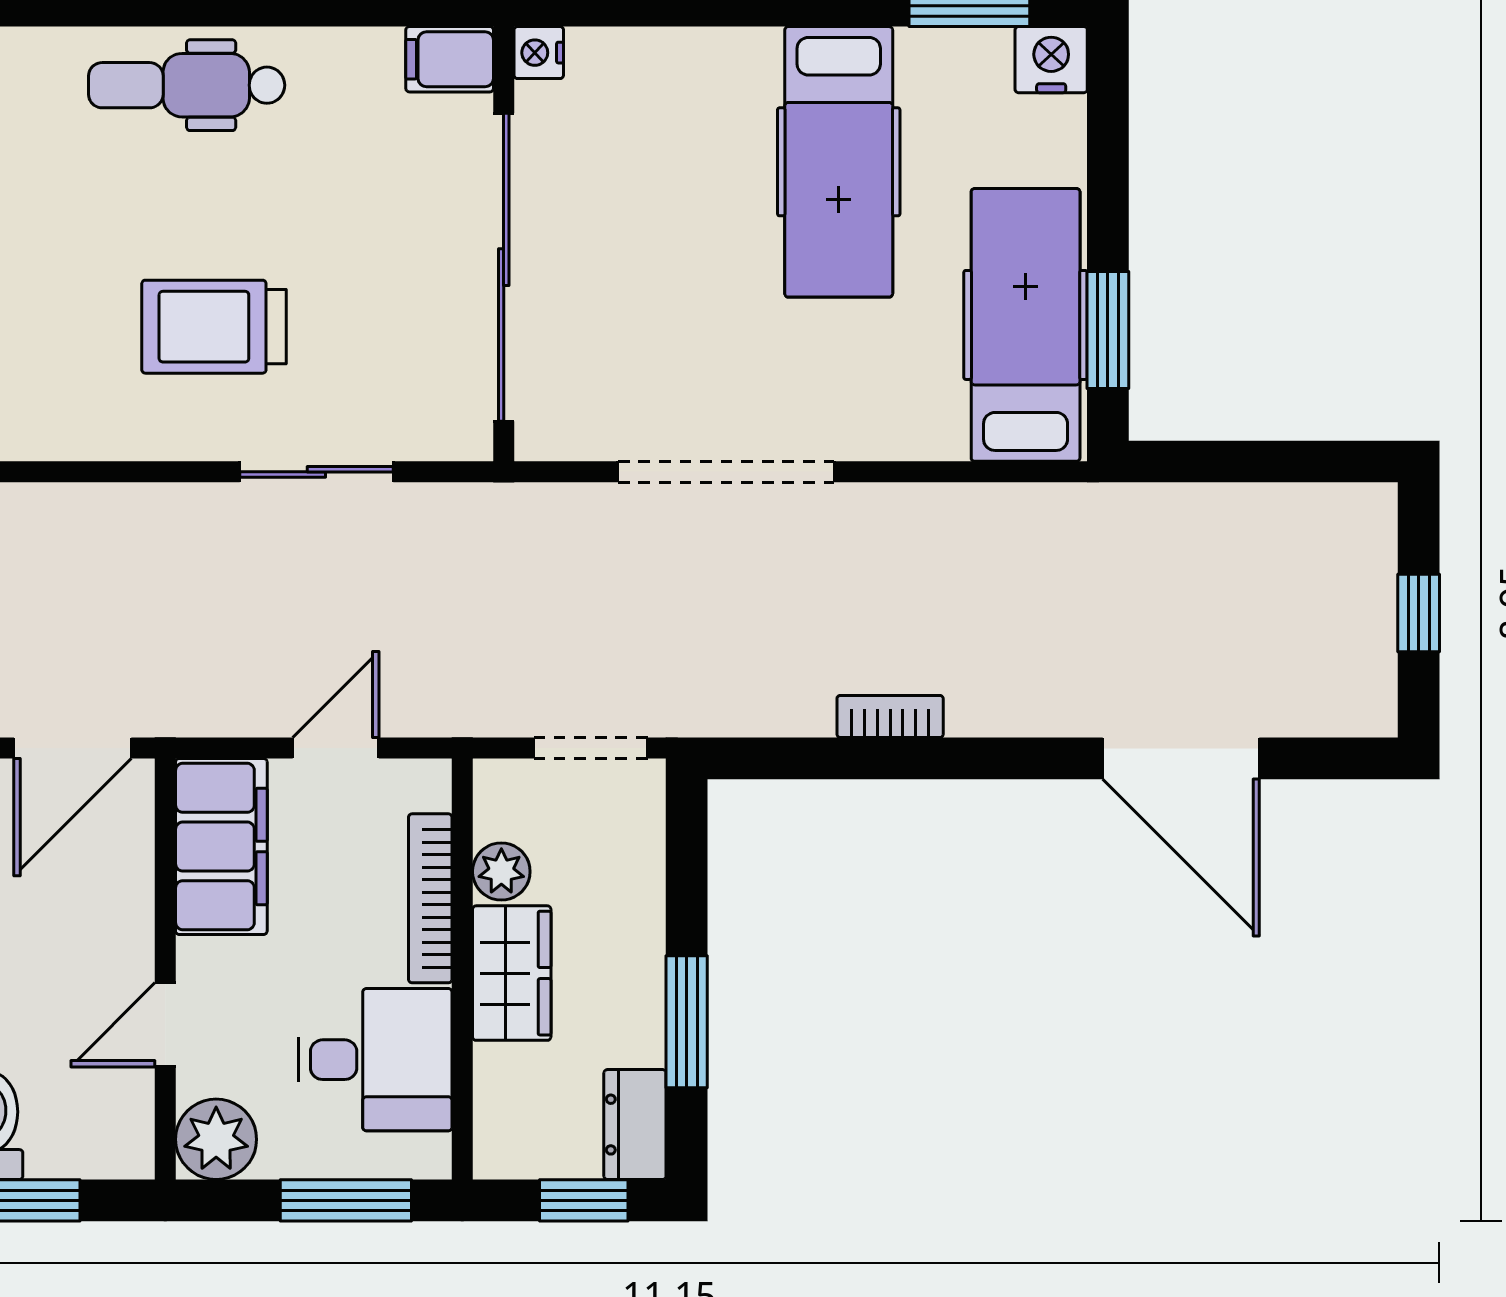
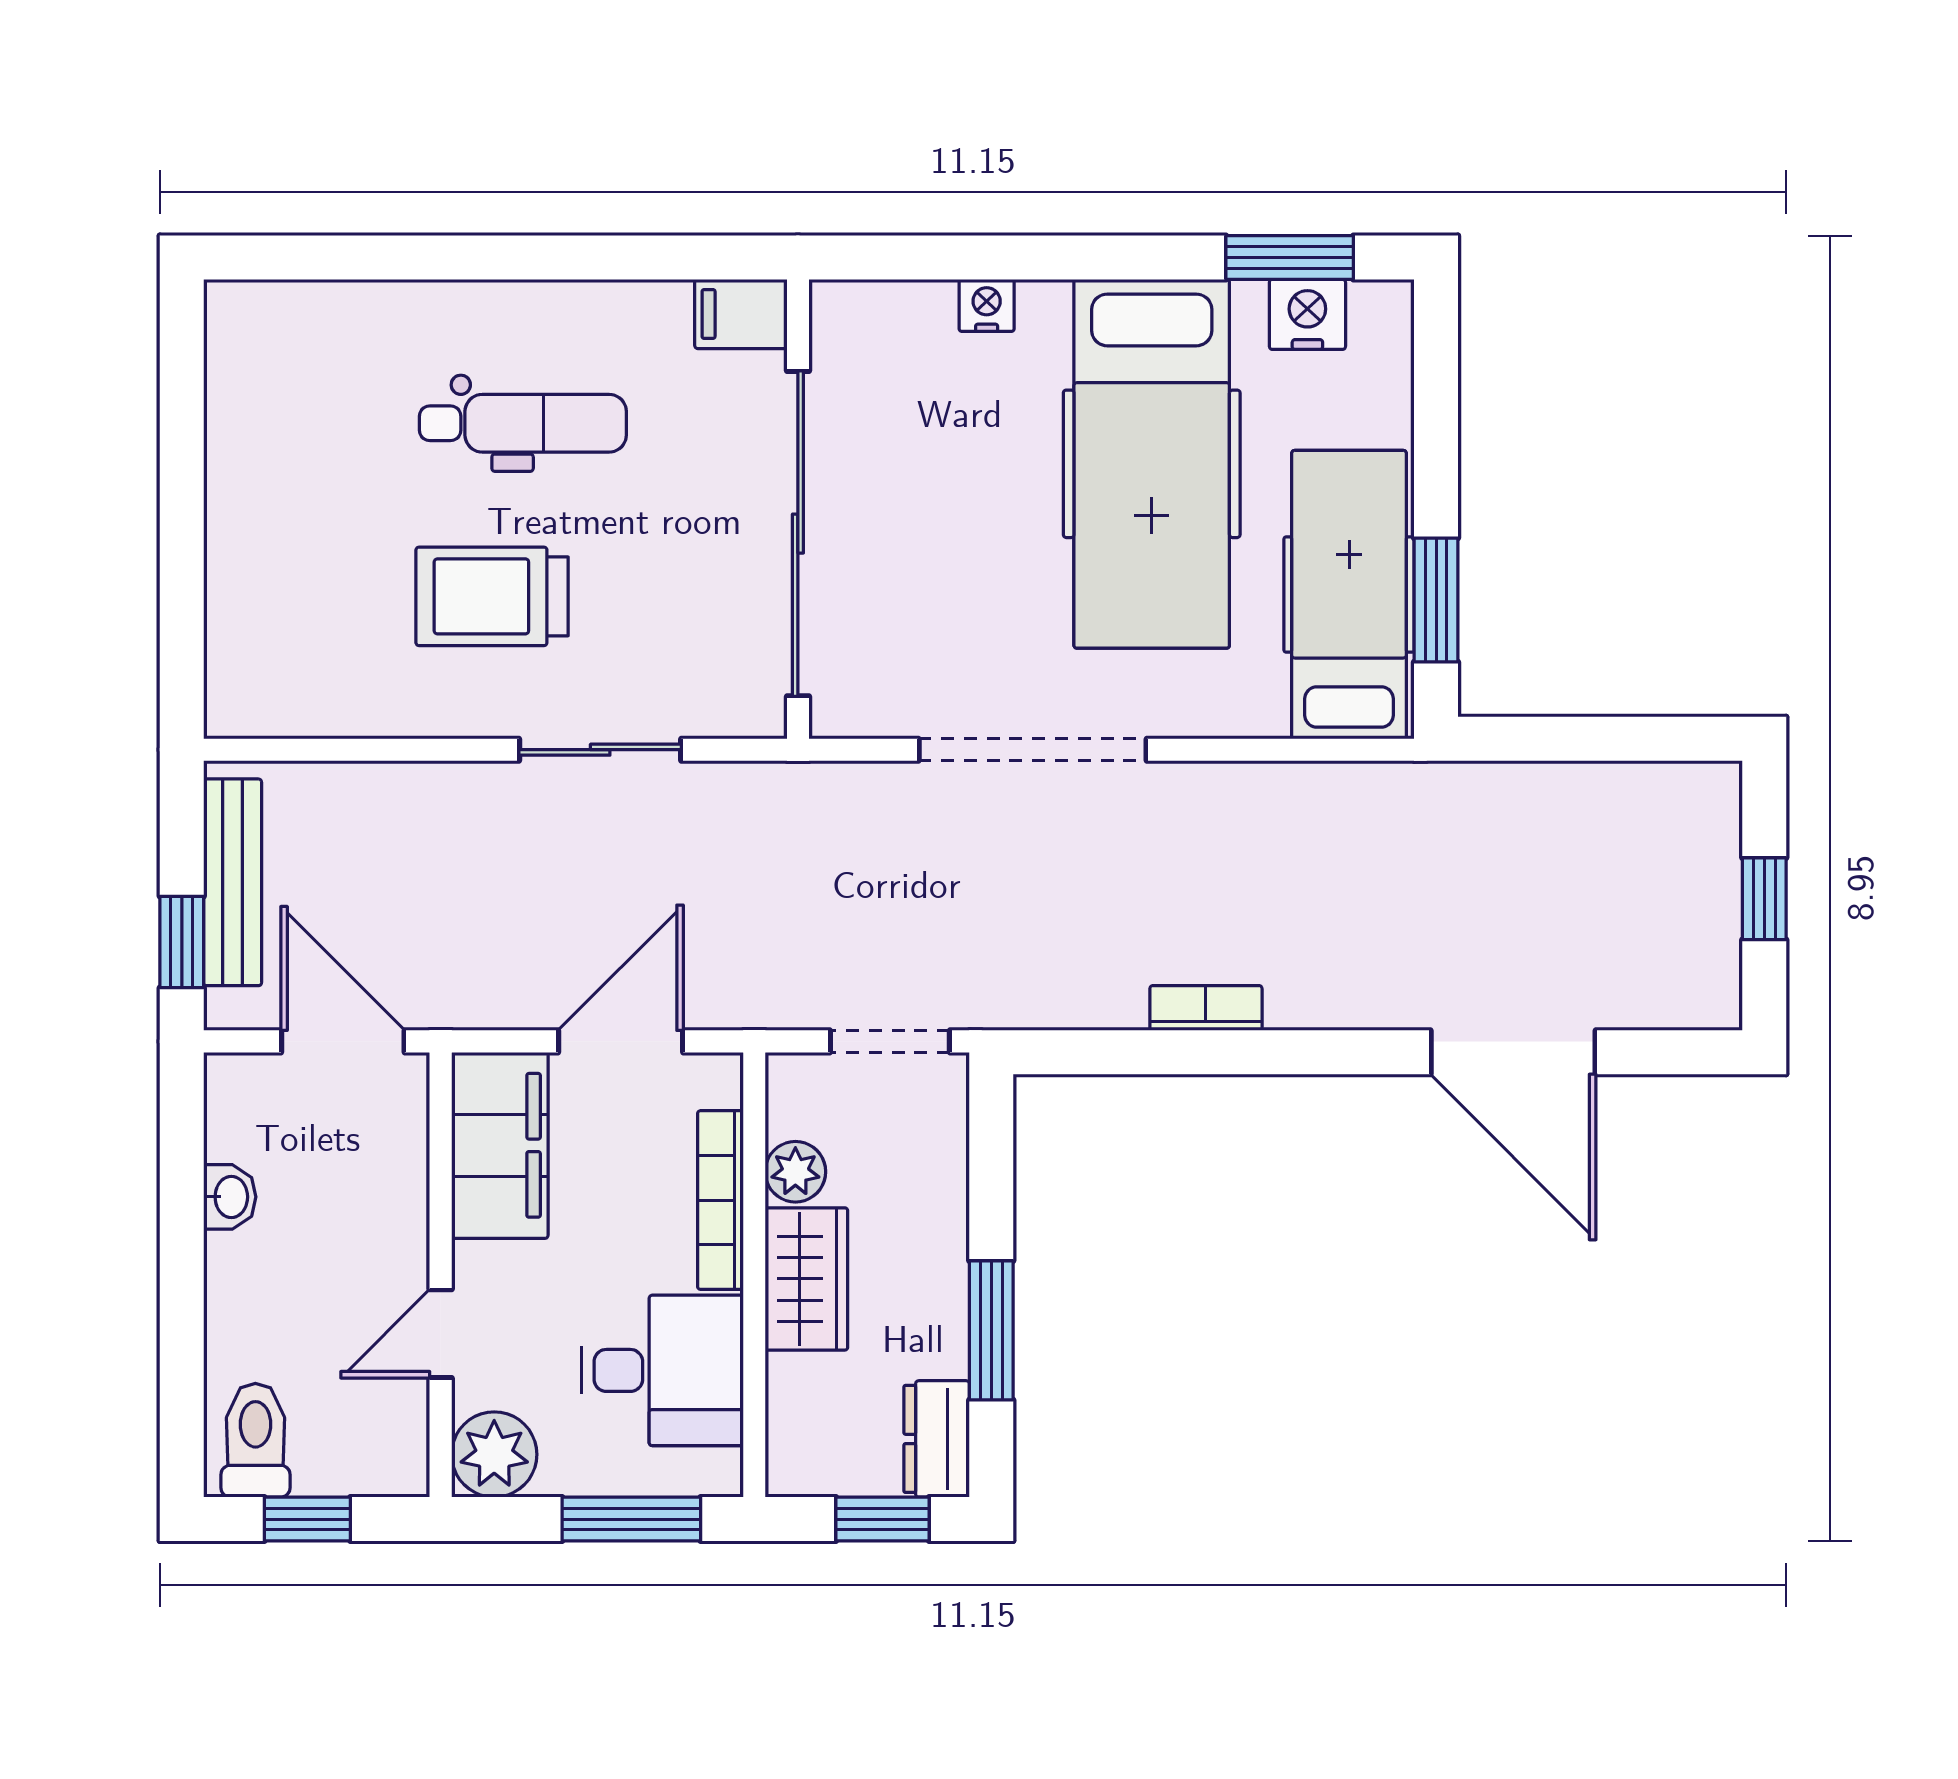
nightstand: (539, 53) -> (987, 305), moved, turned 90
nightstand: (1051, 60) -> (1307, 314), moved
dental chair: (187, 85) -> (523, 423), moved, turned 180
hospital bed: (839, 162) -> (1152, 464), width x1.37, depth x1.29
door: (73, 748) -> (343, 1041), swing flipped
door: (336, 748) -> (621, 1041), width x1.38

